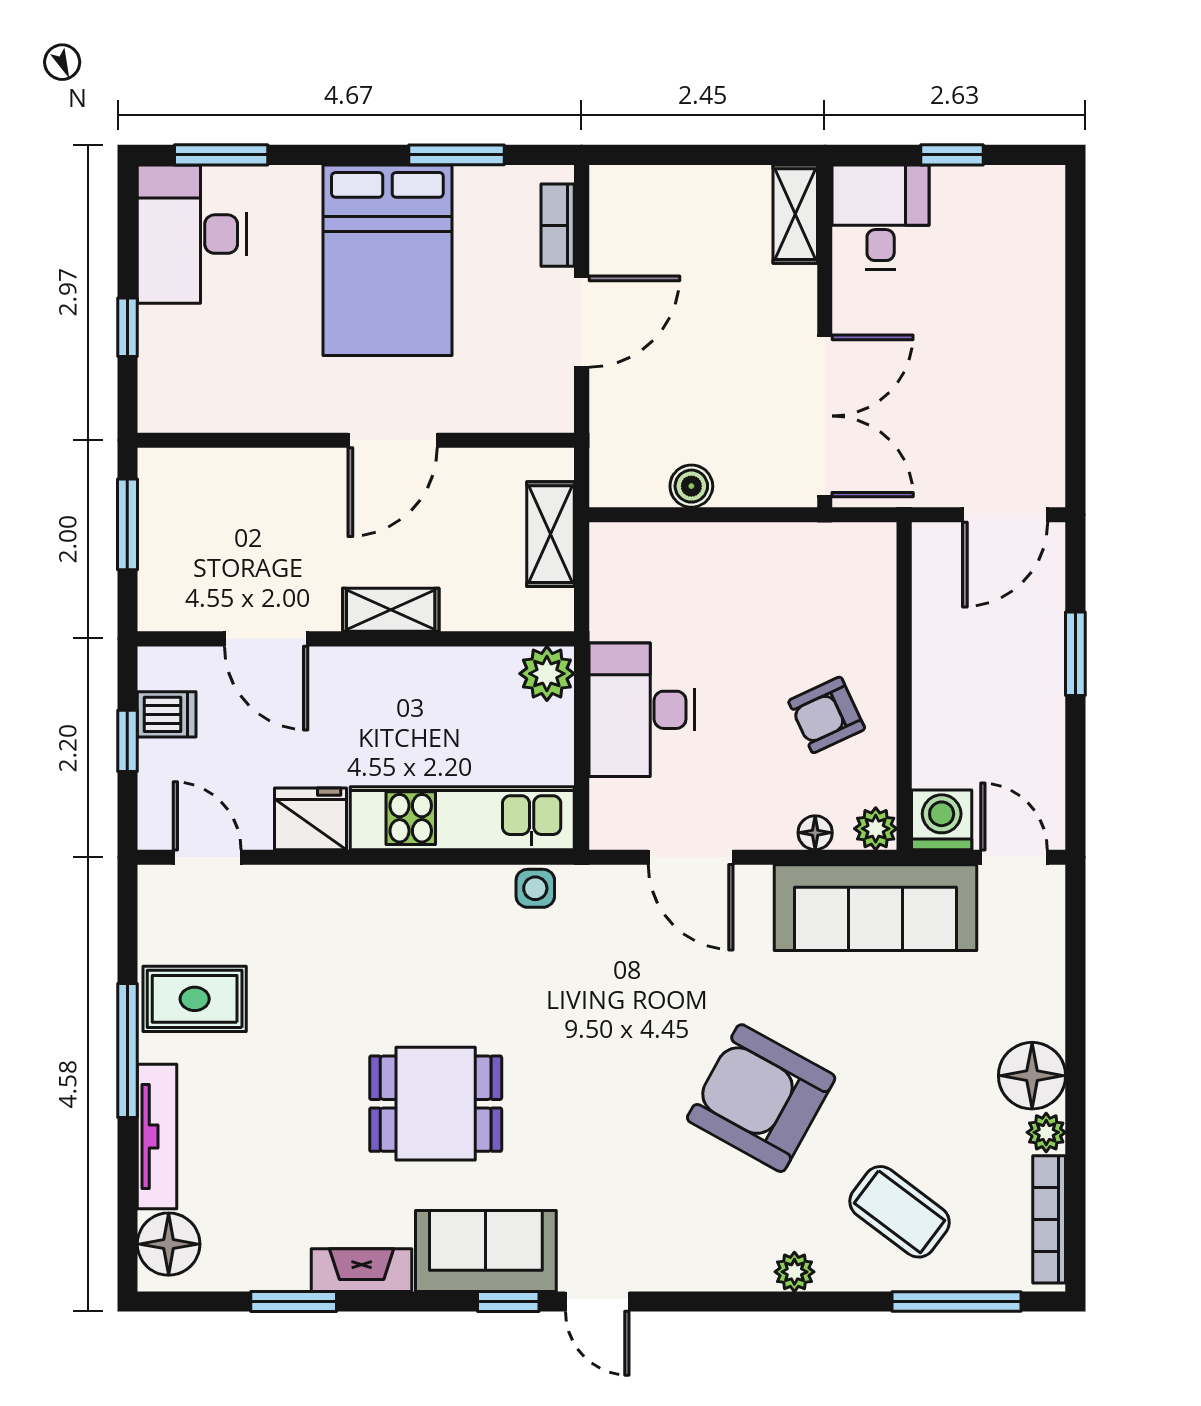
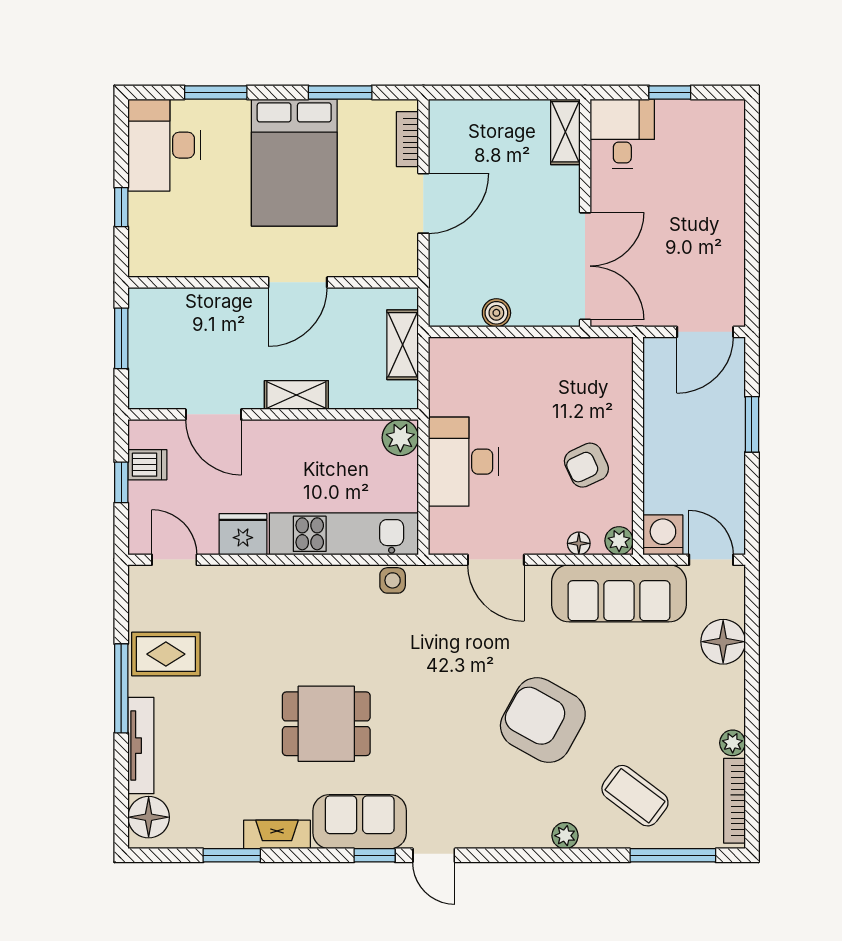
window: (221, 155) -> (216, 92), moved
floor lamp: (1032, 1076) -> (723, 642), moved

